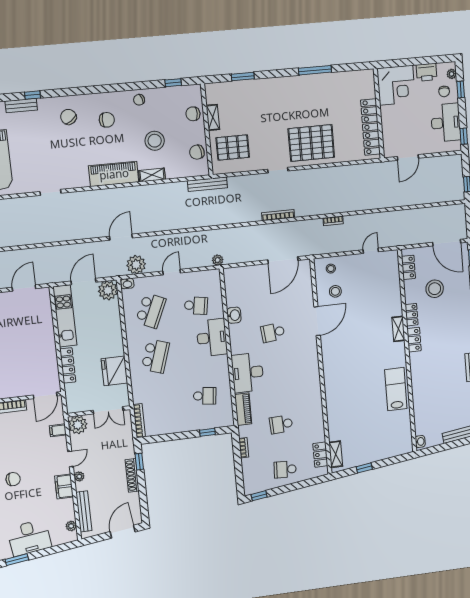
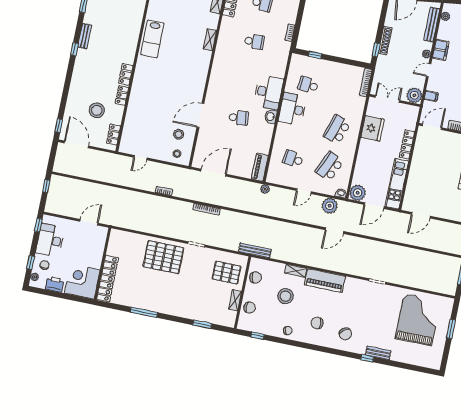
locker: (371, 127) -> (108, 278), moved
washbasin: (234, 315) -> (271, 117), moved
shelving: (398, 329) -> (210, 40), moved
desk: (212, 338) -> (293, 109), moved
piano: (243, 409) -> (260, 167), moved

